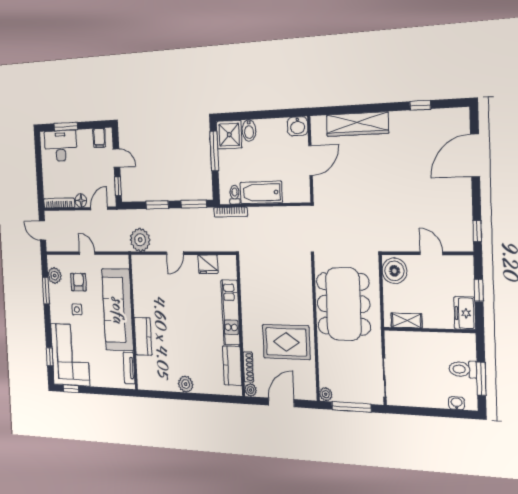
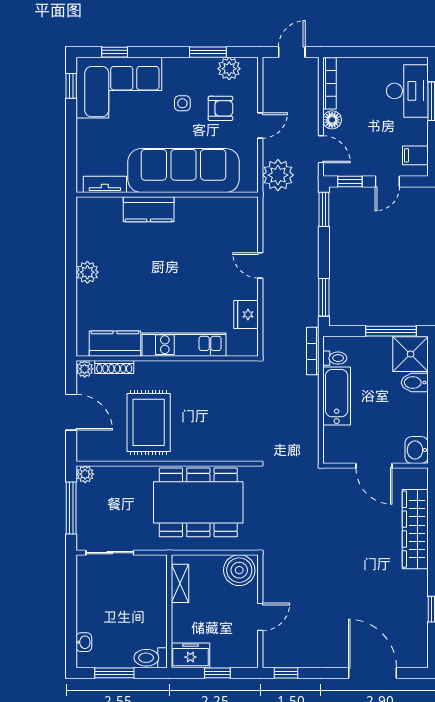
window: (157, 205) -> (324, 209), moved
plant: (140, 240) -> (278, 175), moved
toilet: (463, 369) -> (151, 658), moved, turned -90

